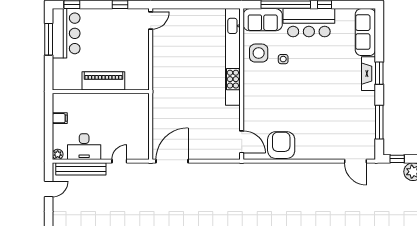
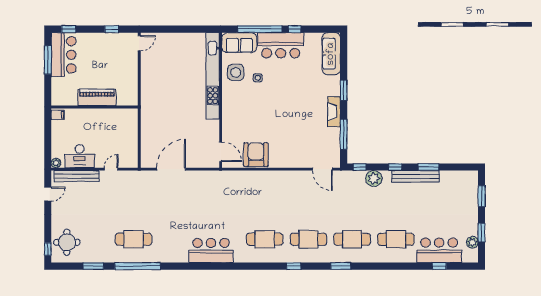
fireplace: (369, 74) -> (334, 112), moved
filing cabinet: (60, 118) -> (58, 115), moved
door: (172, 161) -> (171, 169), moved

